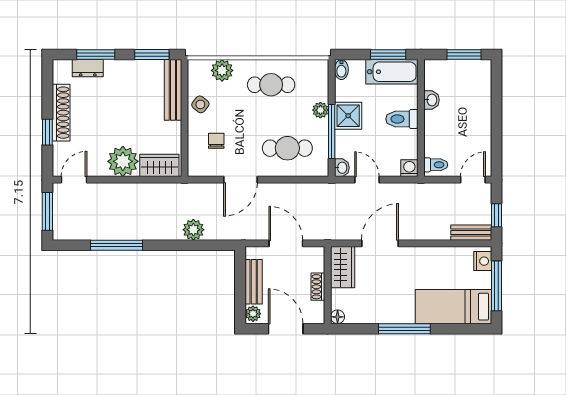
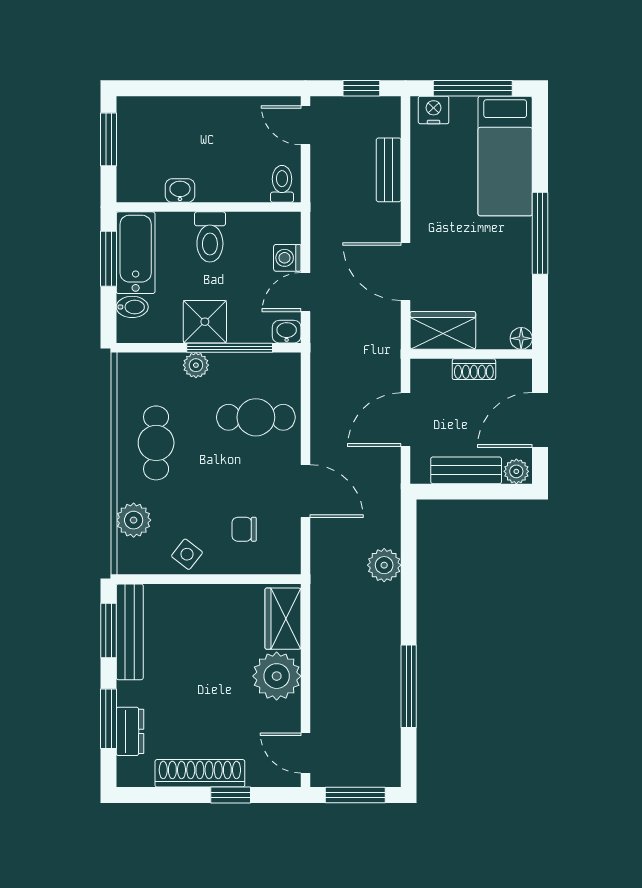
bidet: (341, 70) -> (132, 307), moved
bench: (173, 90) -> (130, 632), moved, turned 90
cafe table: (287, 148) -> (256, 417), turned 90
washing machine: (409, 168) -> (287, 258), moved
bench: (471, 233) -> (389, 170), moved

